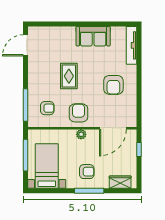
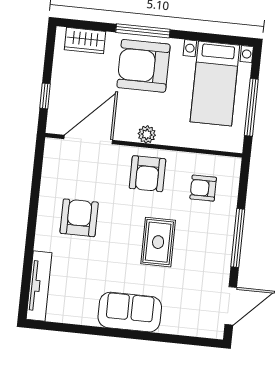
sofa: (93, 36) -> (130, 312), moved
window: (26, 105) -> (238, 238), moved
armchair: (87, 172) -> (144, 66), width x1.88, depth x1.88

